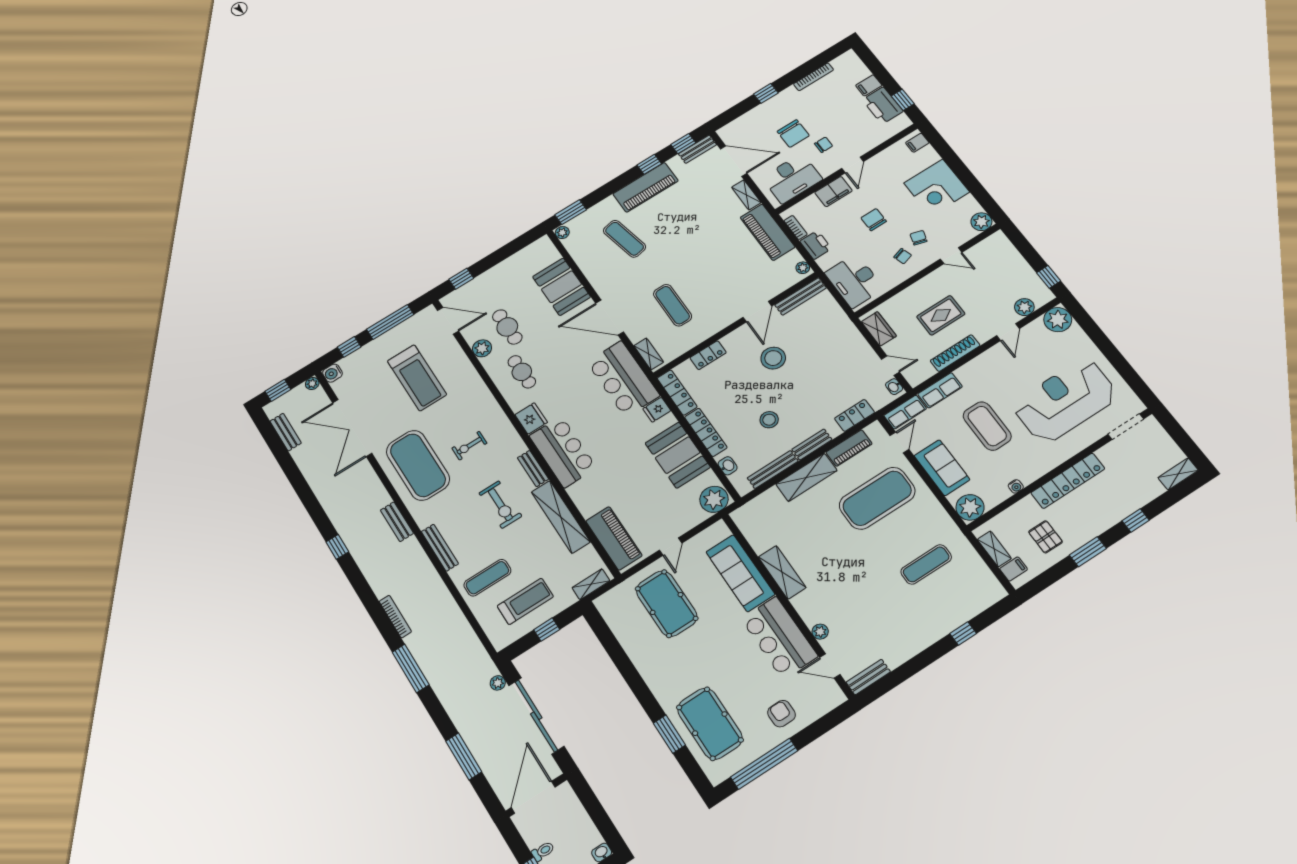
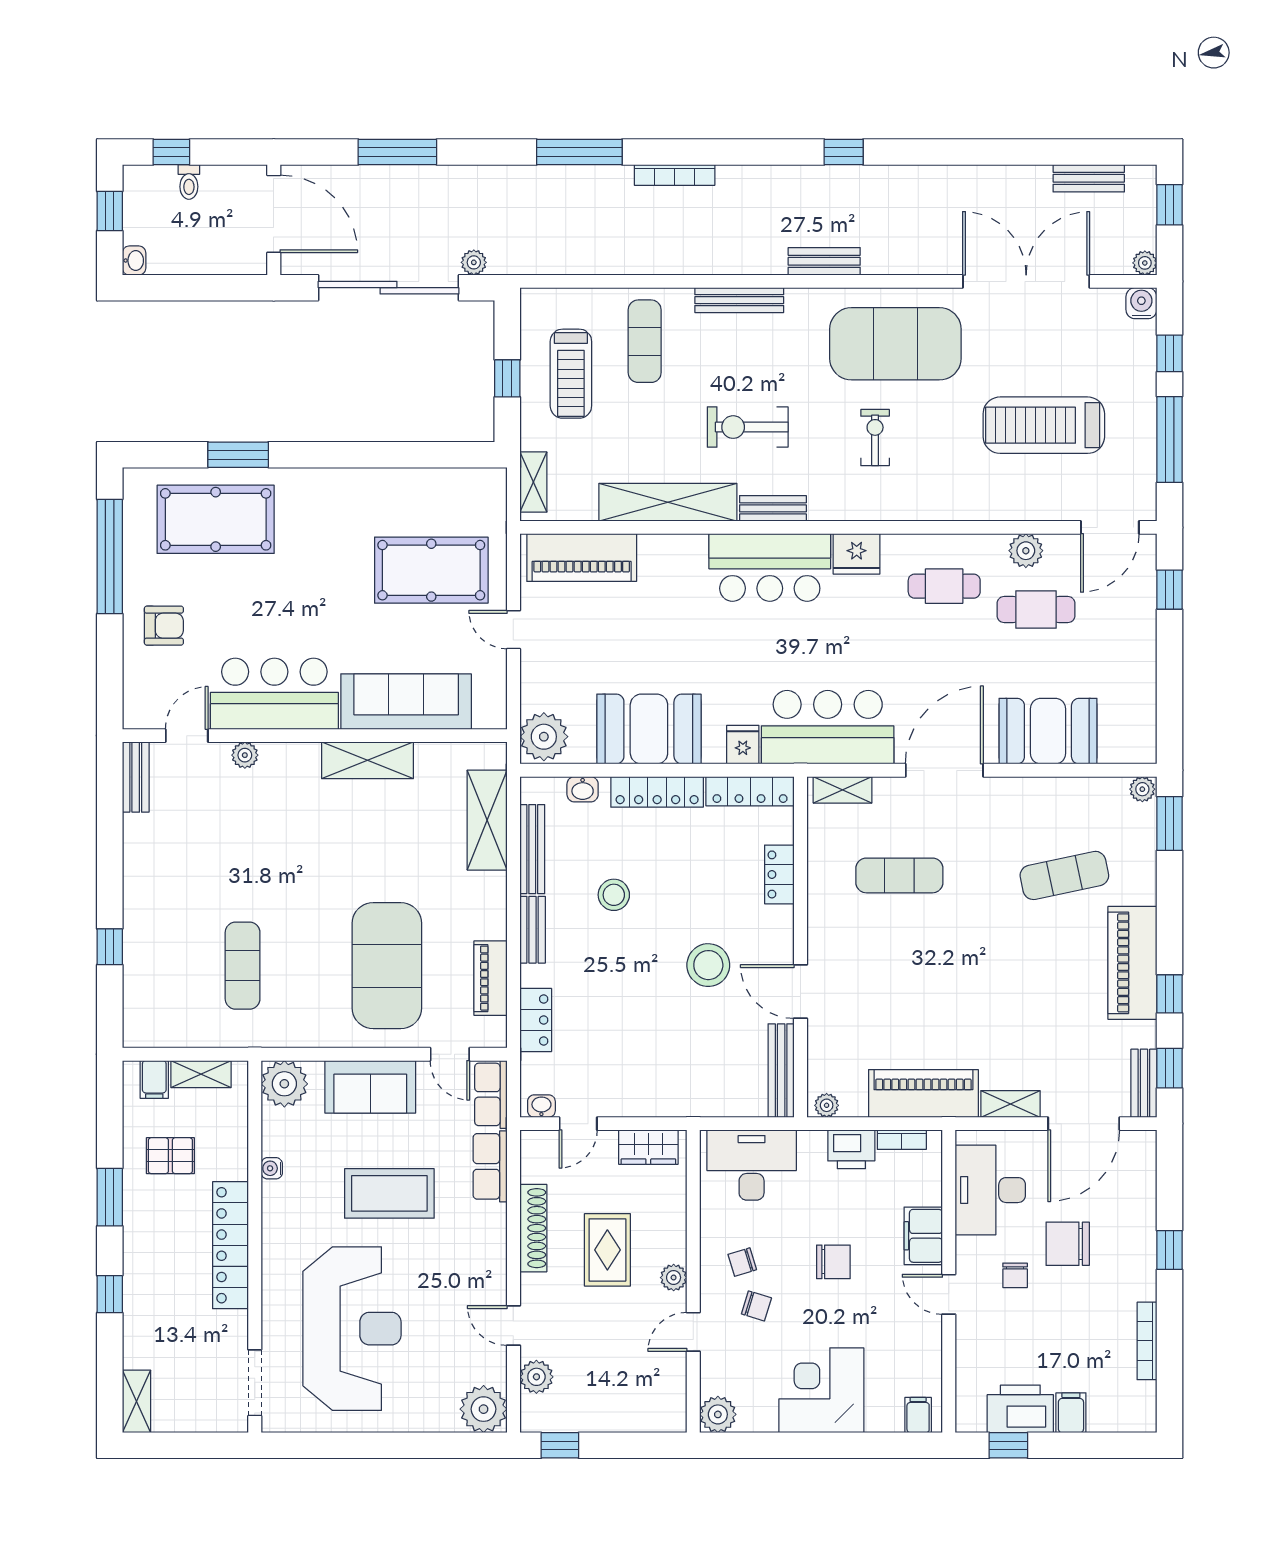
plant: (932, 280) -> (674, 1278), added
shelving: (806, 477) -> (487, 820), moved

